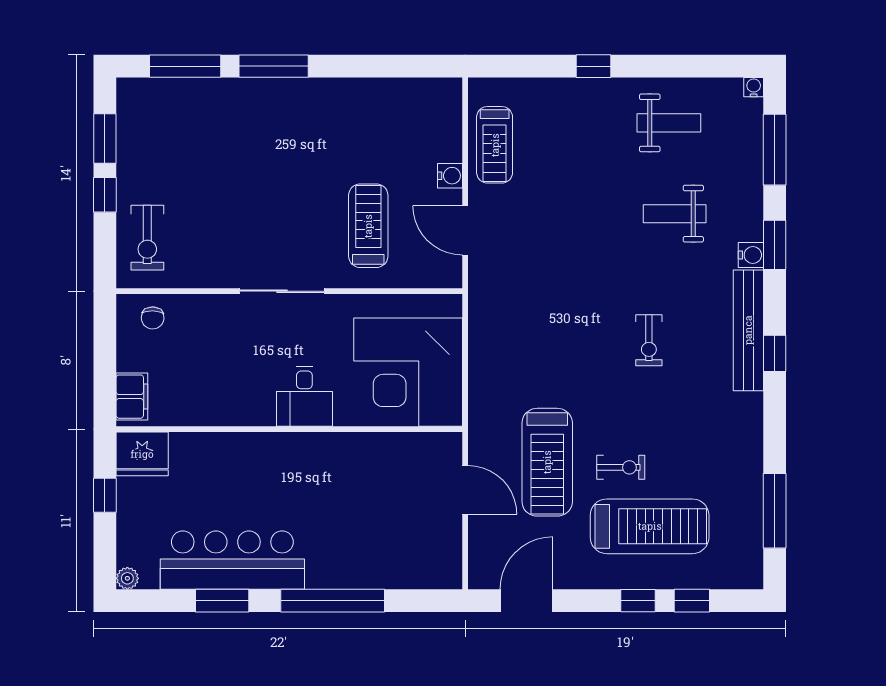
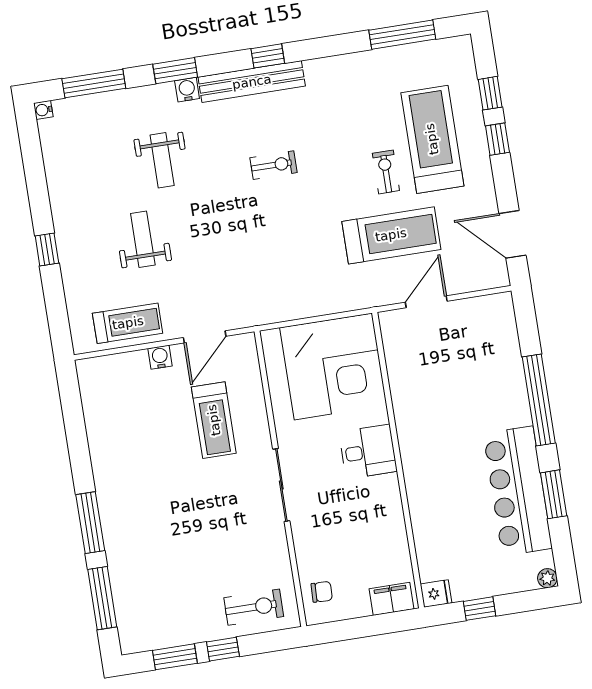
weight bench: (669, 123) -> (143, 239), moved
treadmill: (368, 226) -> (214, 420), turned -90
fridge: (142, 454) -> (436, 594), width x0.53, depth x0.75

